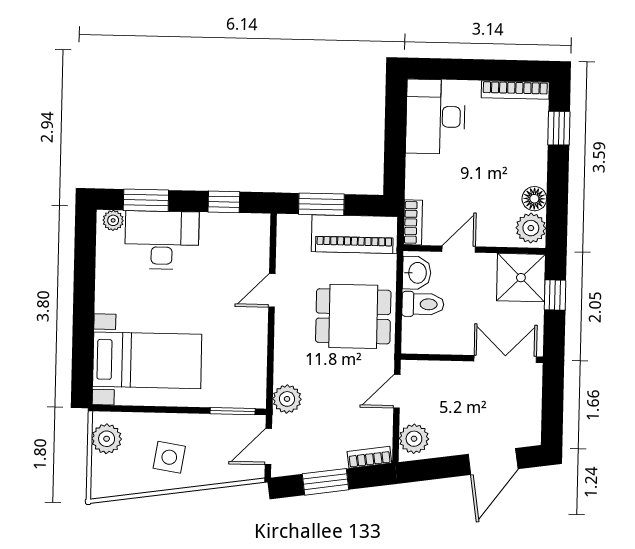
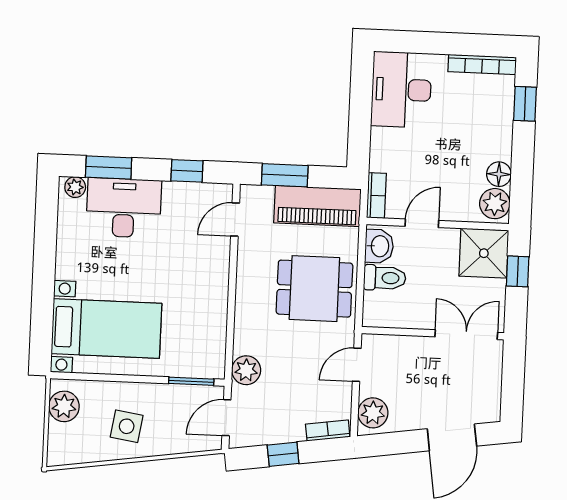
door: (272, 290) -> (235, 219), moved
window: (325, 482) -> (283, 454), width x0.67

